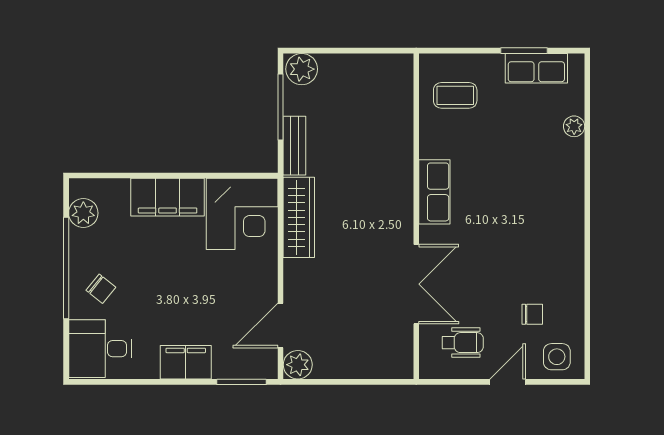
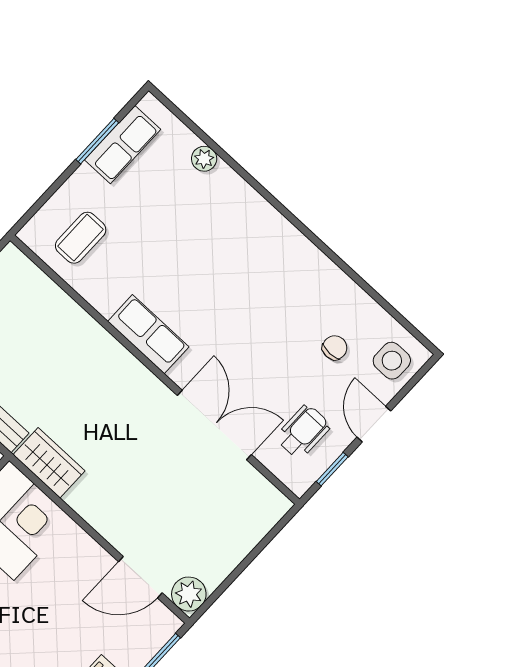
wardrobe: (299, 217) -> (49, 463), width x0.67
door: (280, 325) -> (140, 577), hinge flipped
window: (456, 382) -> (332, 469), added

